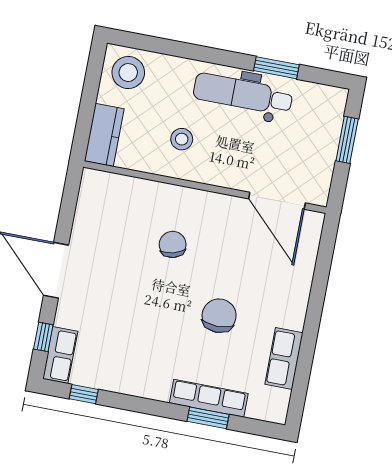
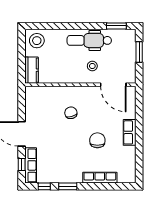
window: (276, 68) -> (116, 26), moved
stool: (182, 139) -> (92, 66), moved
row of seats: (60, 355) -> (31, 165), width x1.48
row of seats: (284, 359) -> (130, 132), moved
window: (208, 418) -> (68, 186), moved

